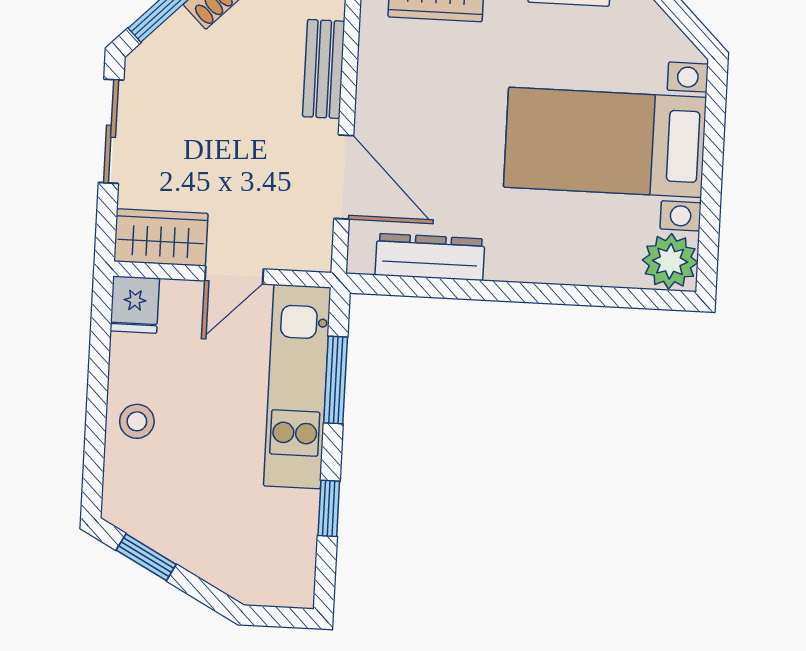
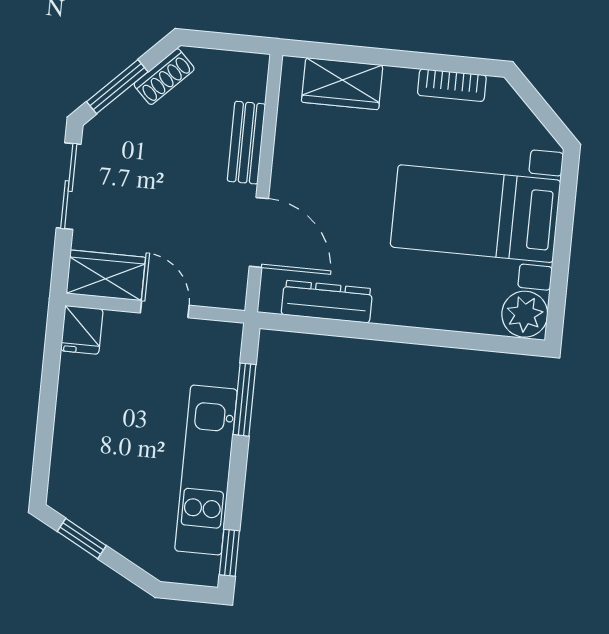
door: (234, 275) -> (165, 309), swing flipped
kitchen unit: (297, 387) -> (206, 470), moved
stool: (137, 421) -> (79, 426), removed
window: (329, 508) -> (229, 553), moved

